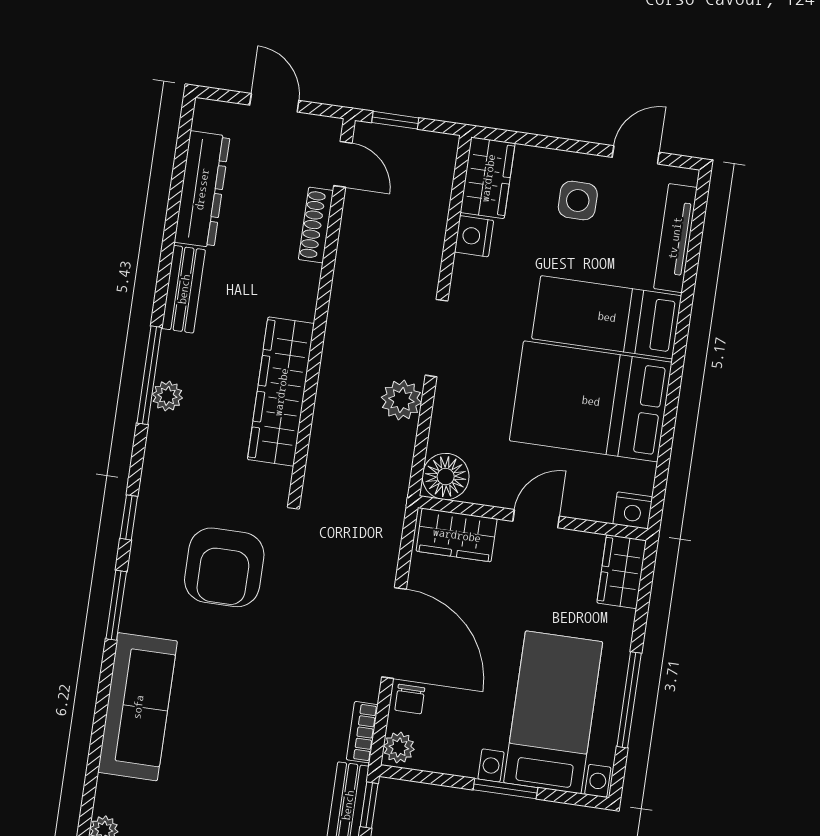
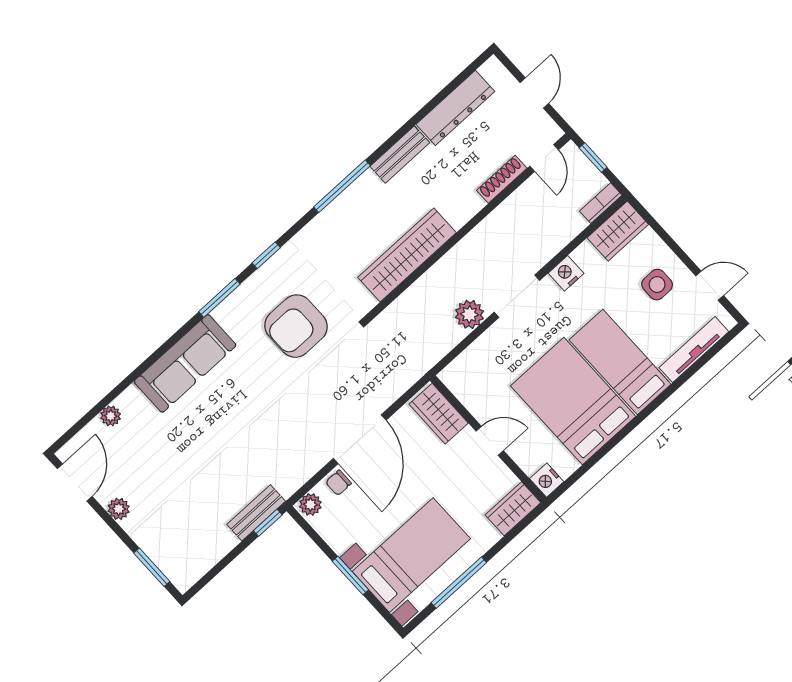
nightstand: (474, 236) -> (566, 273), moved
plant: (167, 396) -> (343, 206), removed
floor lamp: (446, 477) -> (459, 377), removed
bookcase: (362, 732) -> (601, 203), moved

